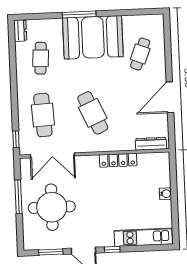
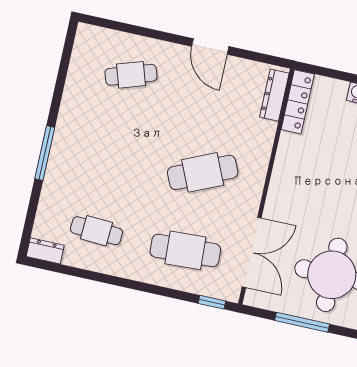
booth: (93, 37) -> (86, 141), removed
cafe table: (140, 54) -> (131, 75), turned -39
door: (170, 97) -> (210, 46), width x0.73
locker: (118, 160) -> (298, 102), moved

